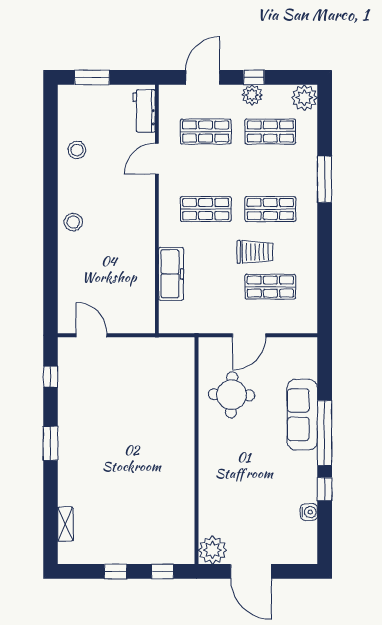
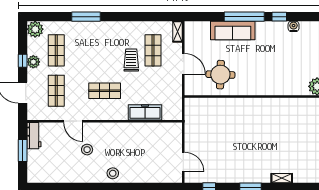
window: (92, 77) -> (23, 151), moved
workbench: (144, 111) -> (34, 136), moved, turned -90
stool: (77, 150) -> (87, 150), moved
shop shelf: (206, 209) -> (105, 91), turned 90
shop shelf: (270, 209) -> (105, 50), removed
shelving: (301, 326) -> (177, 32), added
door: (92, 335) -> (183, 162), swing flipped
shelving: (65, 524) -> (282, 178), moved

